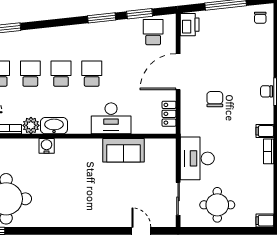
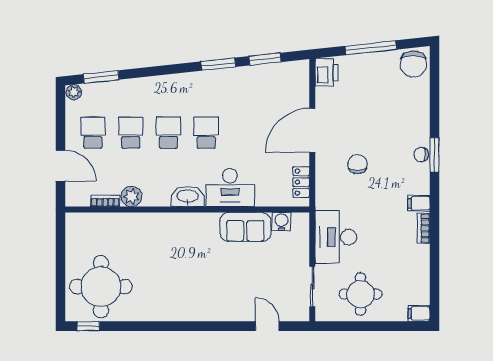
chair: (260, 18) -> (413, 64), width x1.87, depth x1.87
school desk: (153, 32) -> (282, 82), removed
washbasin: (54, 126) -> (188, 197), moved
water cooler: (47, 146) -> (281, 222), moved

